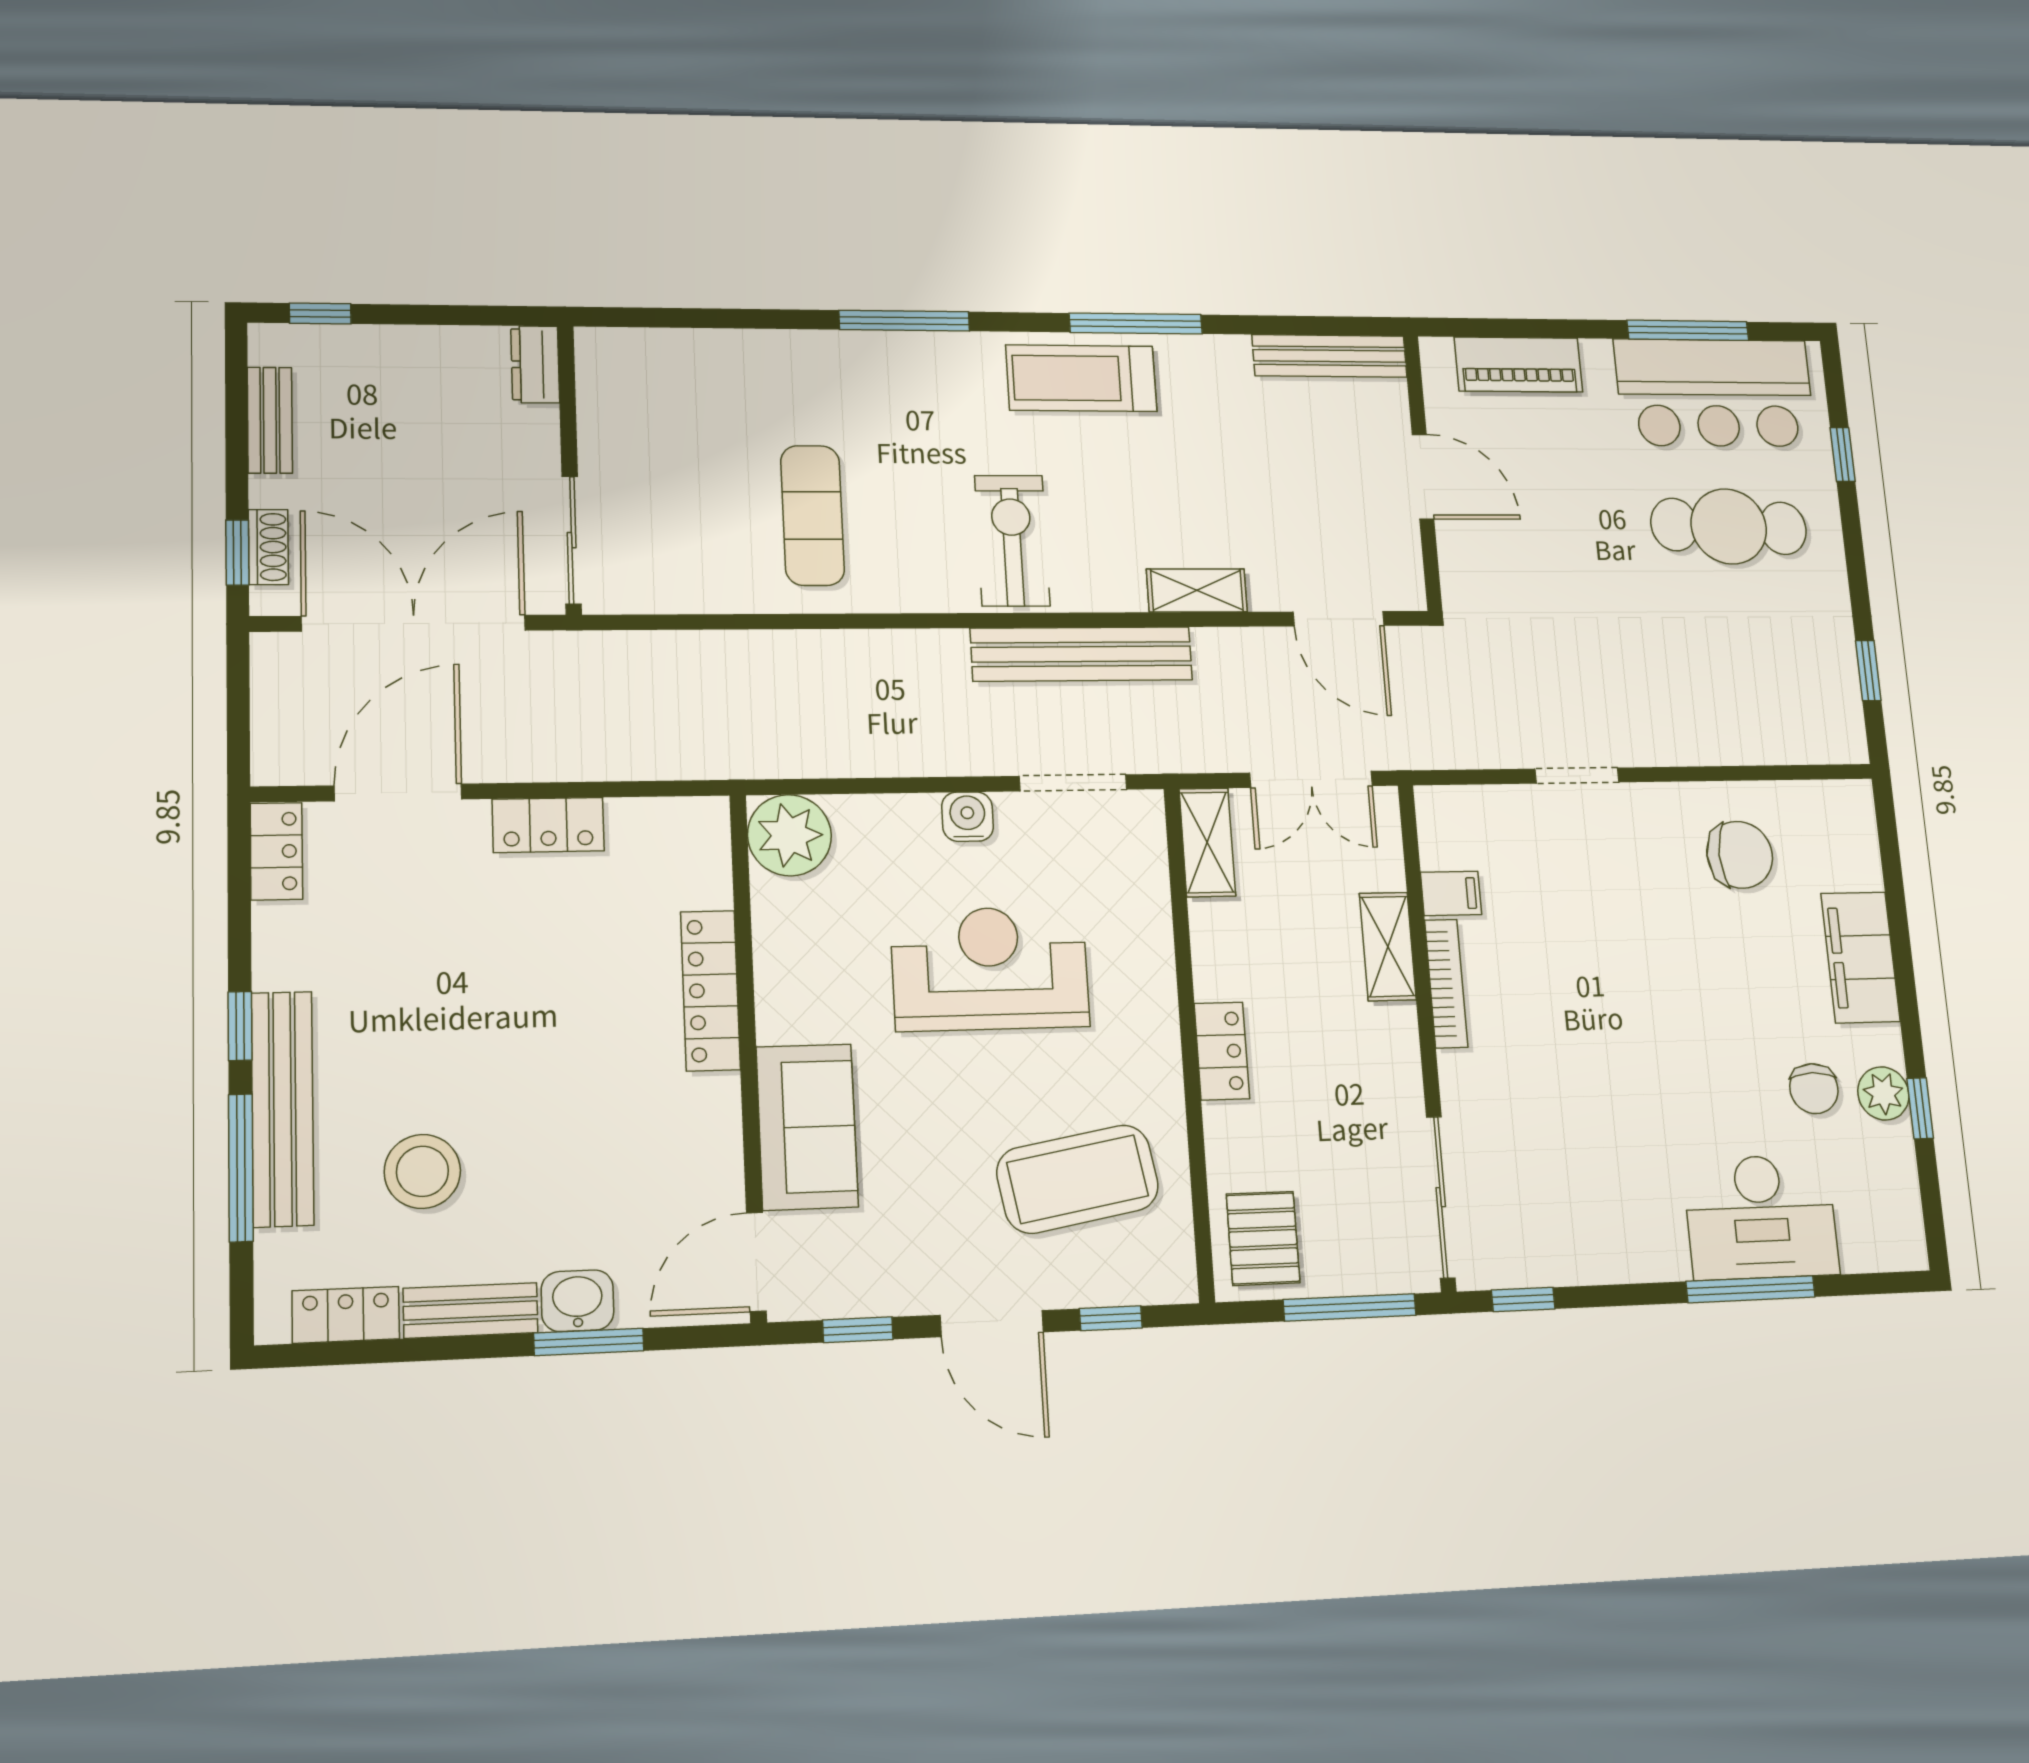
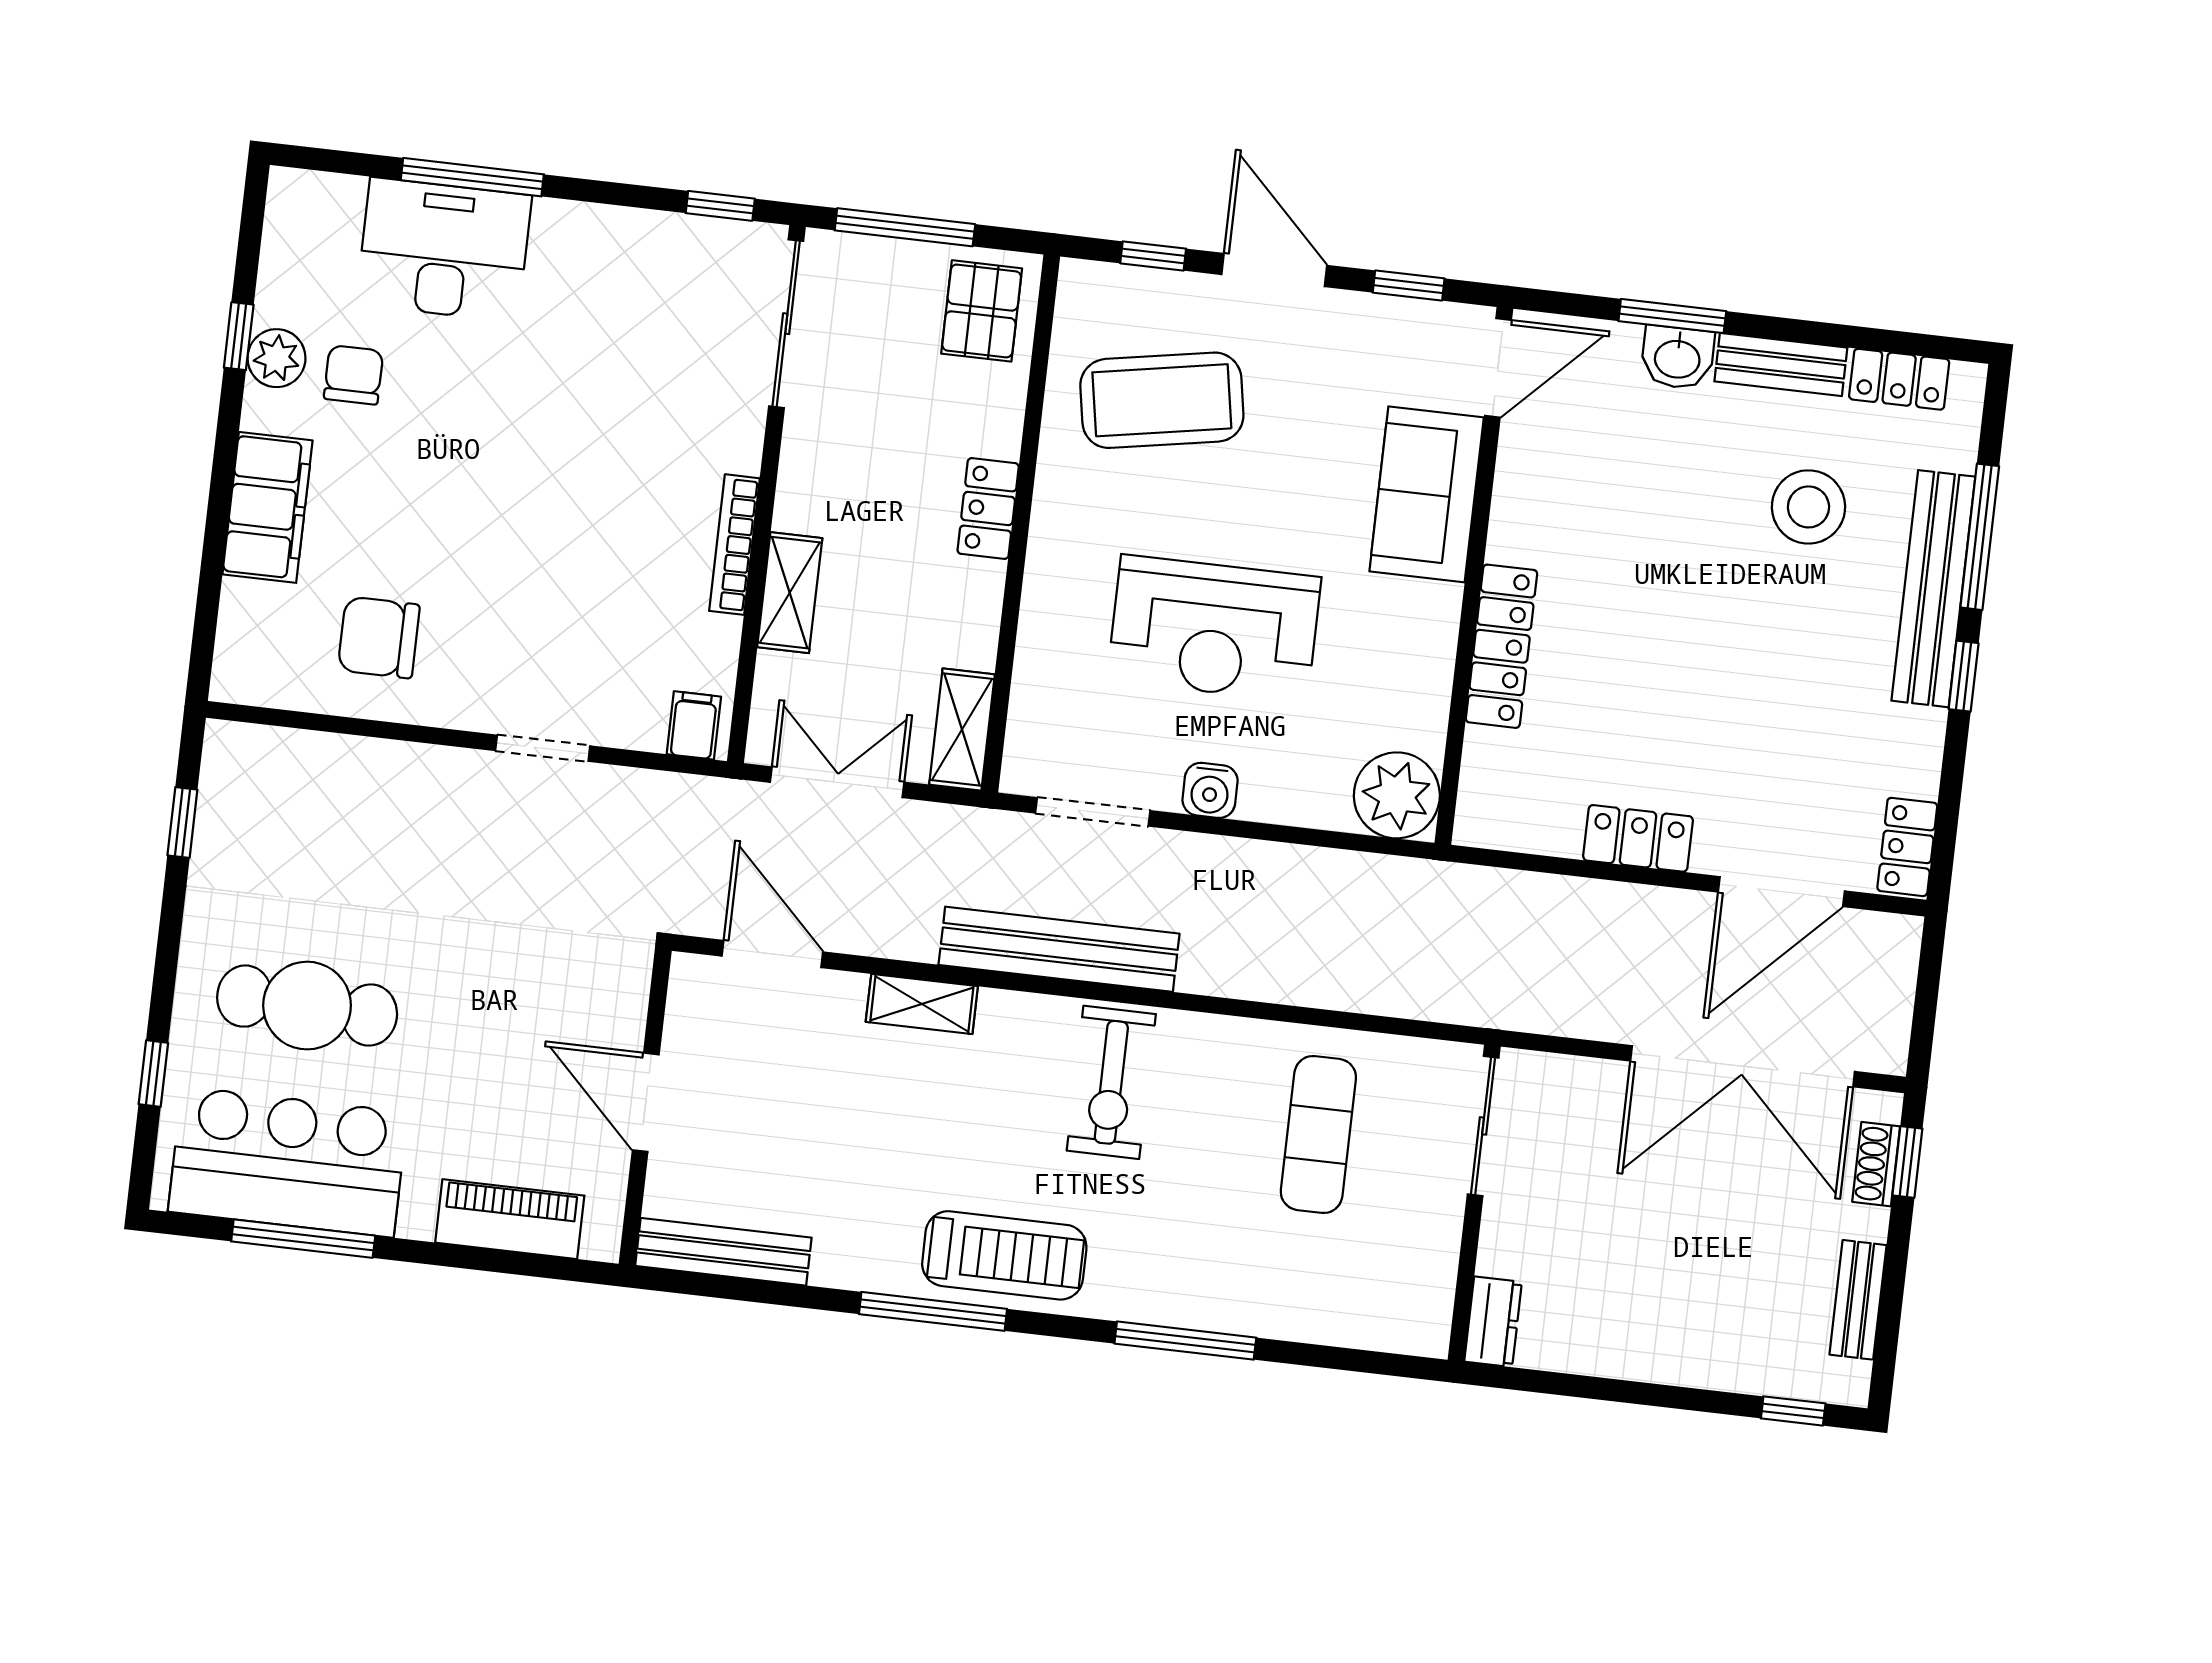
dresser: (535, 364) -> (1493, 1322), moved
wall: (570, 469) -> (1474, 1203), moved
sliding door: (572, 540) -> (1483, 1126), moved
filing cabinet: (1451, 893) -> (694, 725), moved, turned 90

